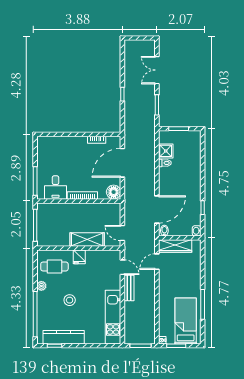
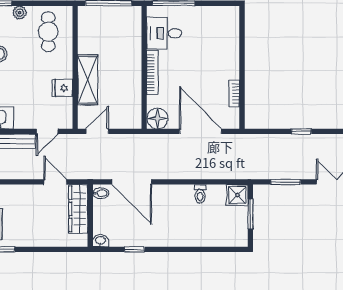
shower: (166, 151) -> (237, 195), moved
fridge: (79, 257) -> (62, 88), moved

